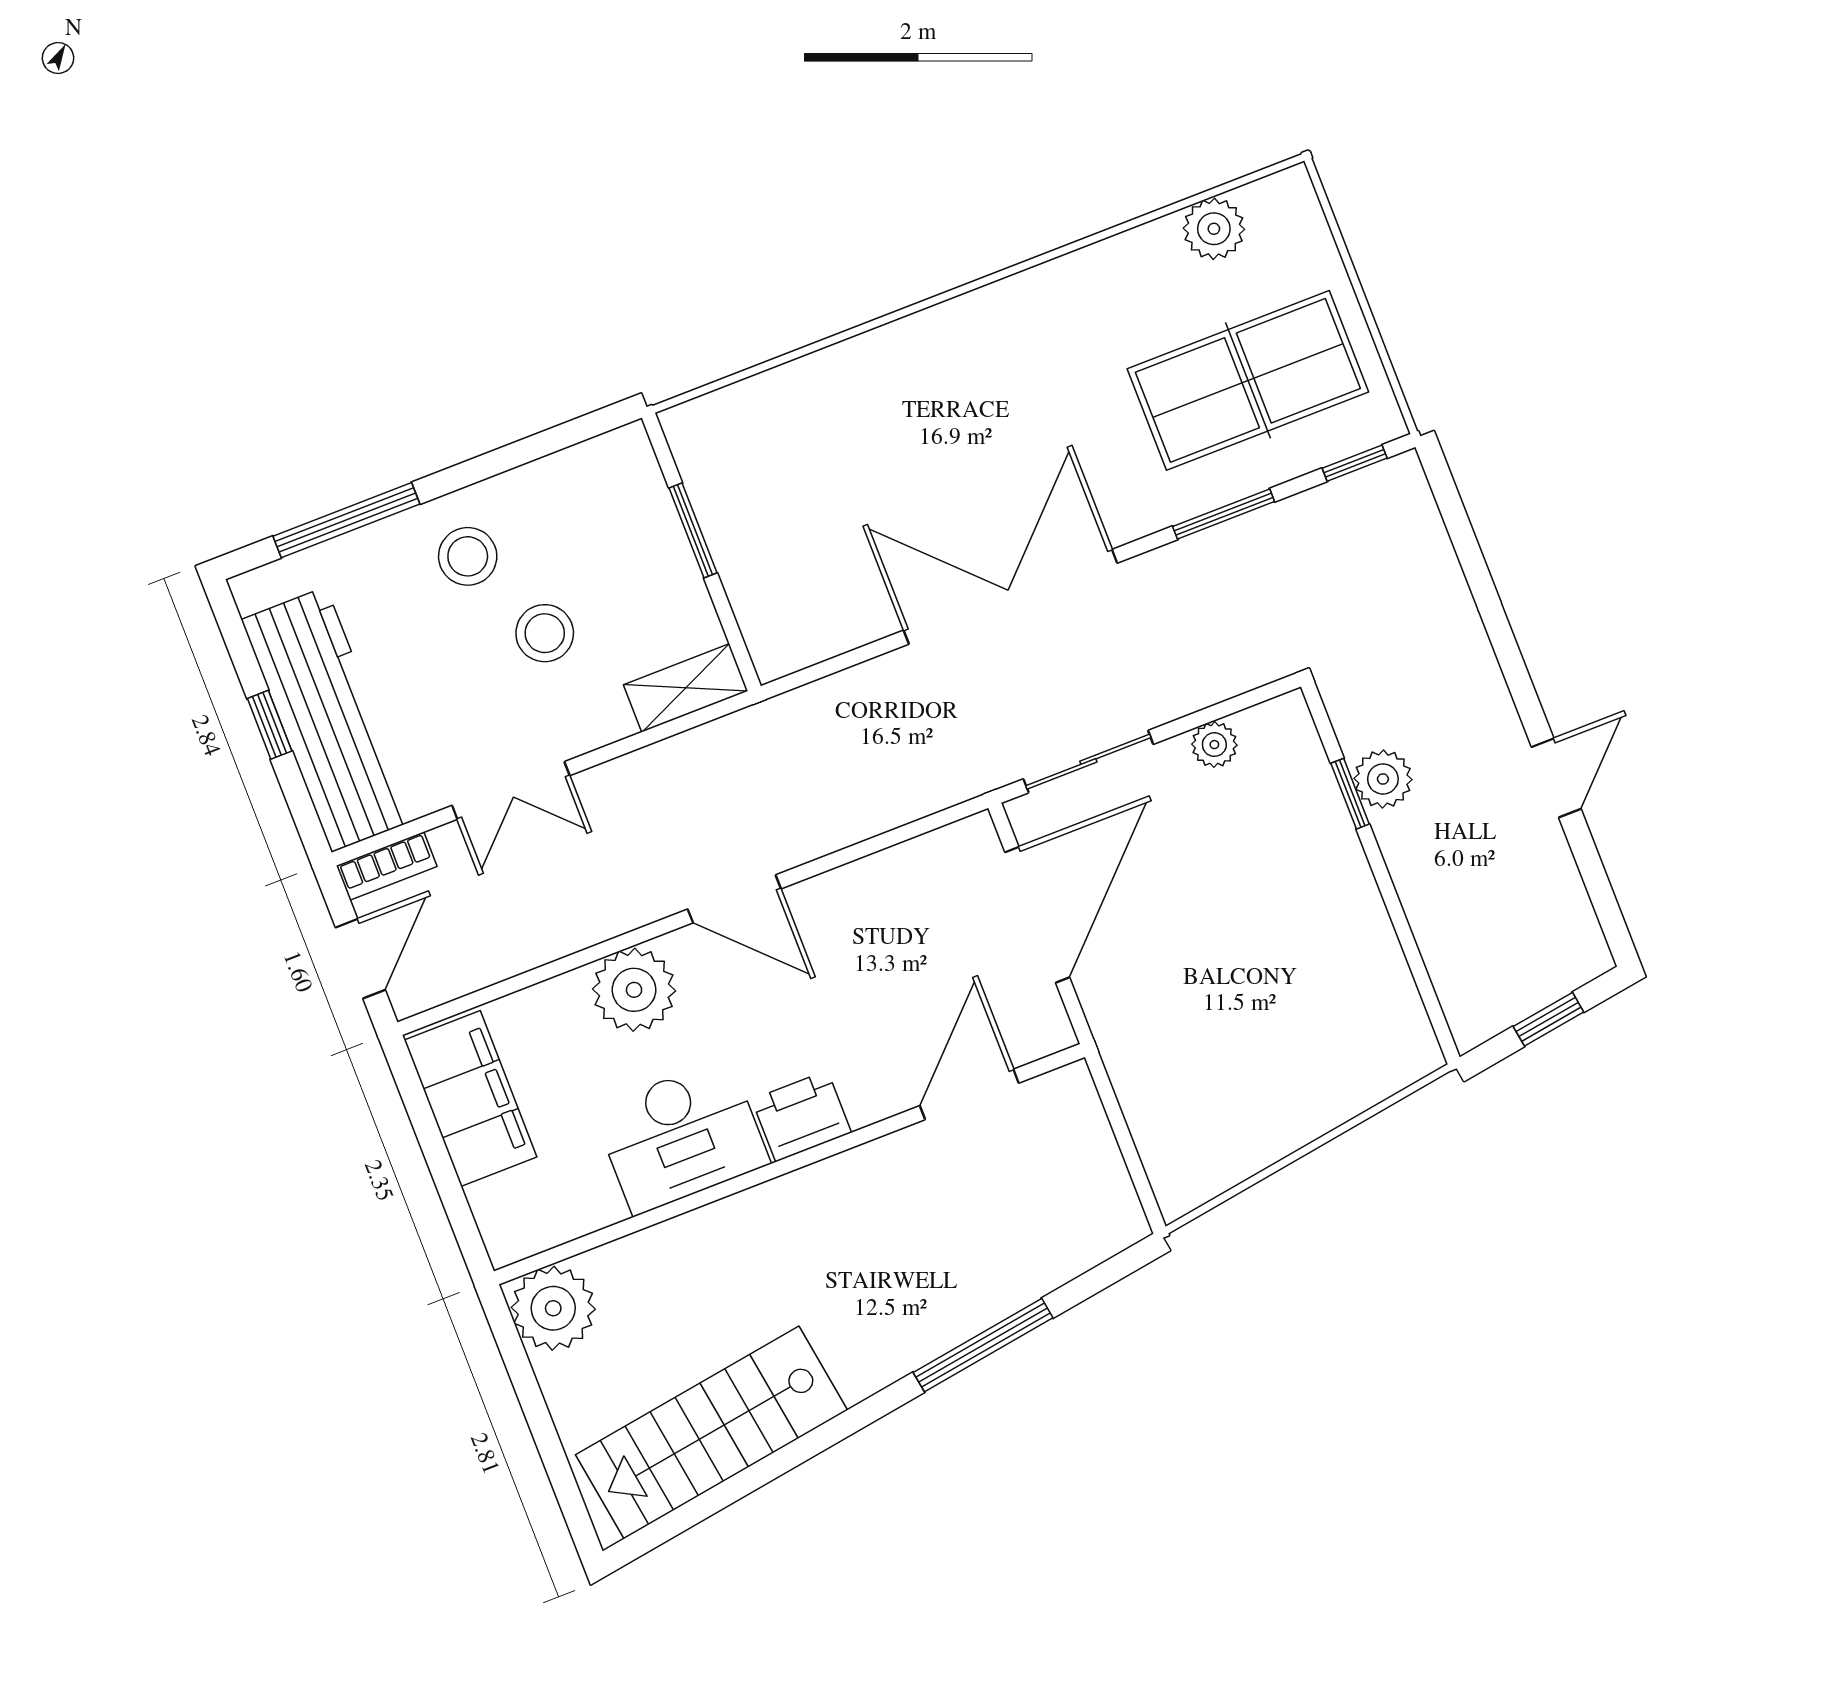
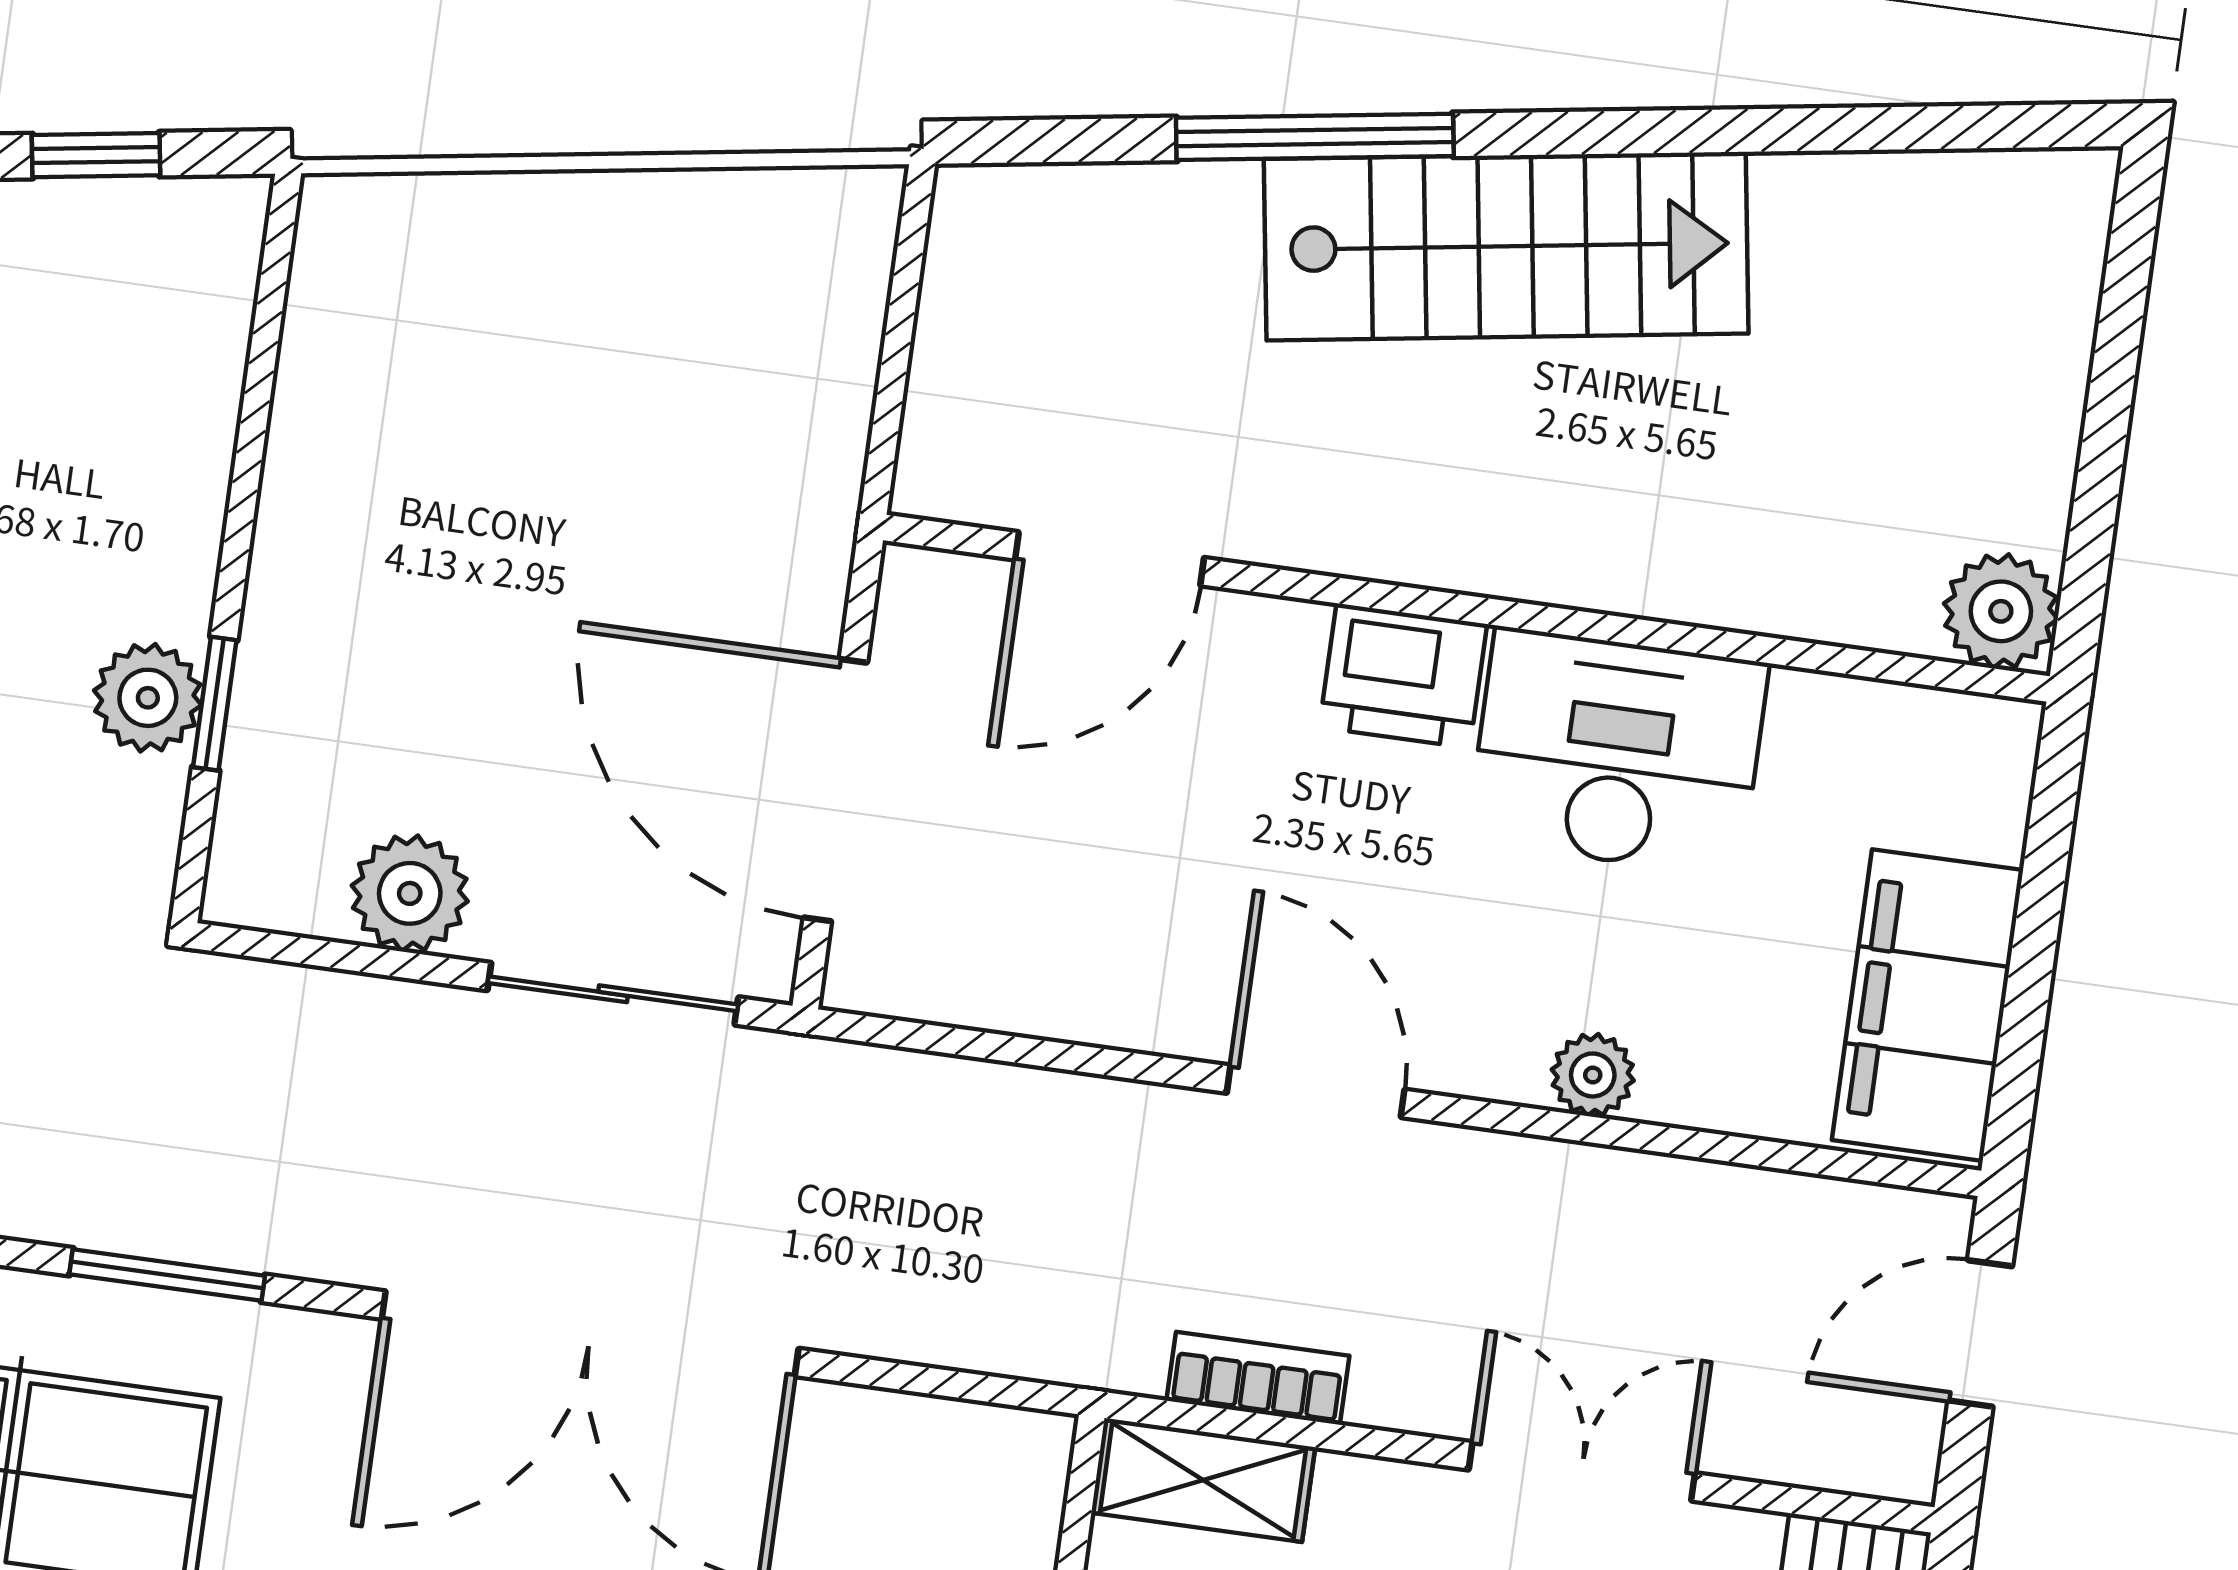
plant: (1214, 745) -> (410, 893), width x1.38, depth x1.38
bookcase: (387, 866) -> (1258, 1378), moved
door: (1037, 915) -> (835, 790), hinge flipped
plant: (634, 990) -> (1593, 1075), width x0.53, depth x0.53
plant: (553, 1308) -> (2001, 611), width x0.73, depth x0.73
stairs: (711, 1432) -> (1506, 246), moved

